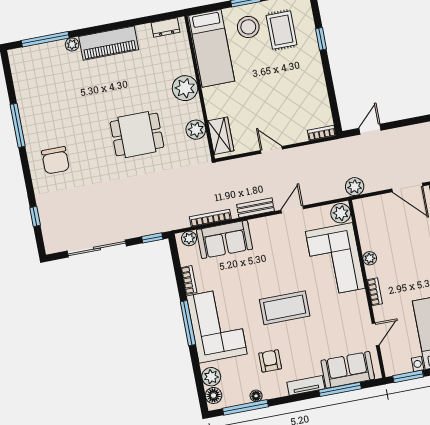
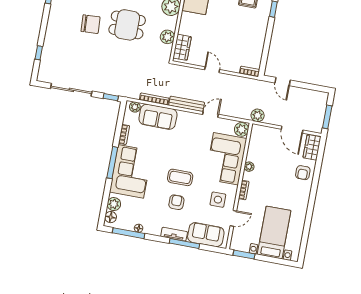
door: (370, 129) -> (283, 81), swing flipped
chair: (55, 160) -> (91, 24), moved, turned -93
bench: (255, 208) -> (187, 104), width x1.36
coffee table: (285, 308) -> (180, 177), width x0.73, depth x0.76
side table: (346, 318) -> (218, 200), added
armchair: (270, 361) -> (176, 202), moved
window: (340, 389) -> (184, 244), moved

